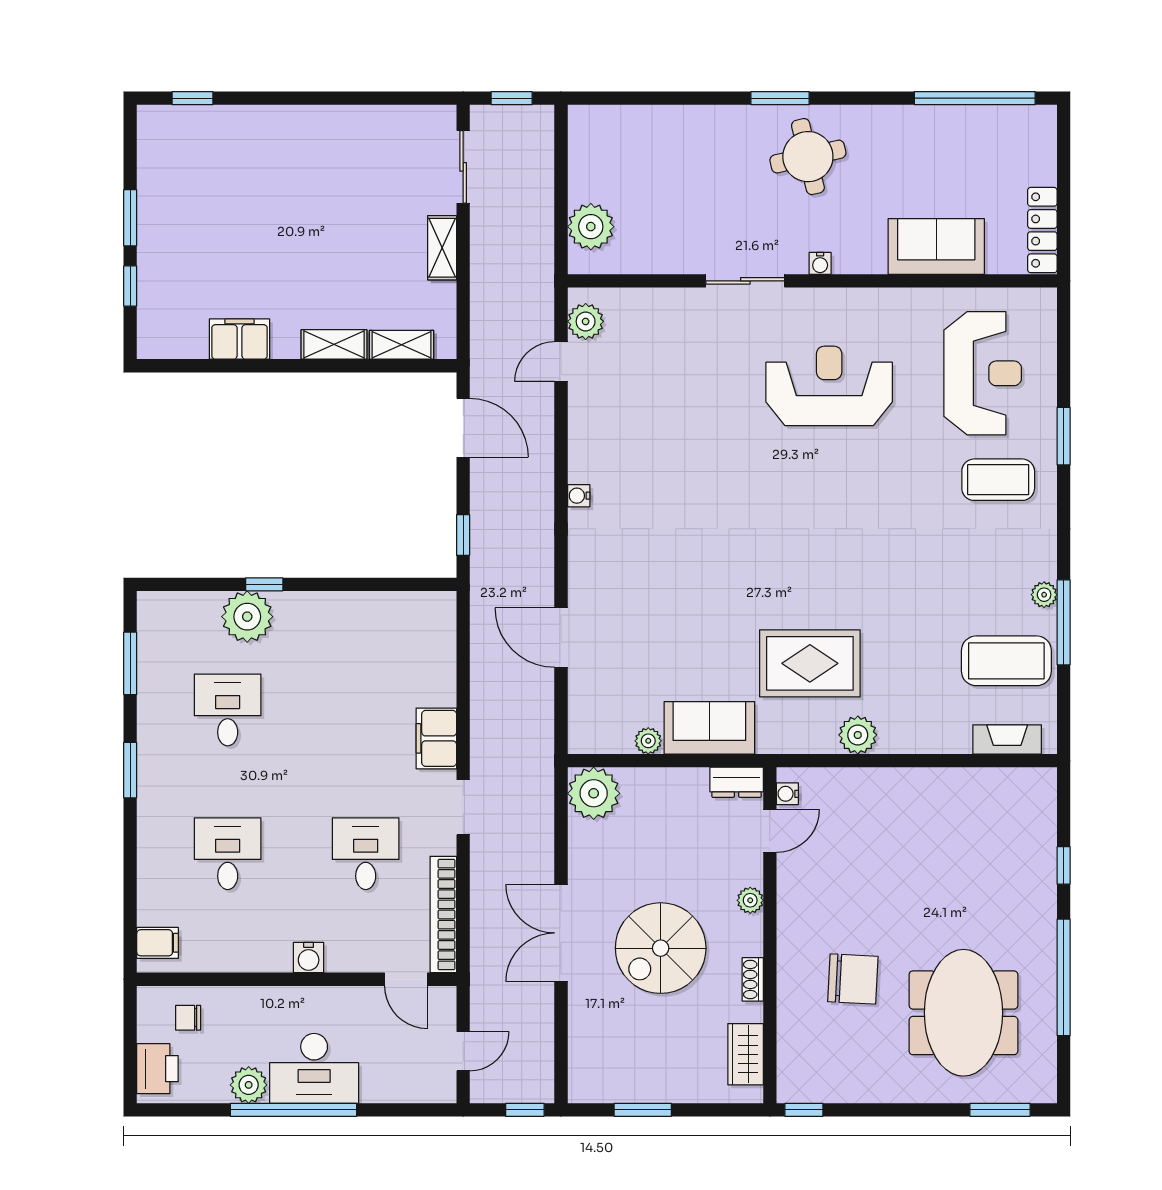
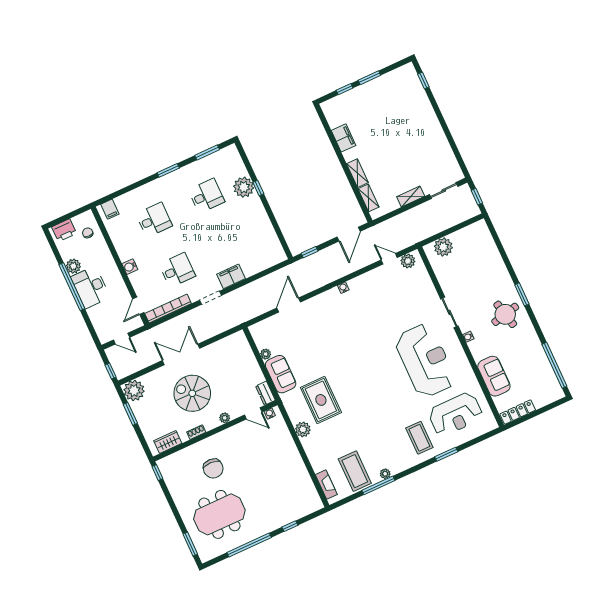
reception desk: (829, 386) -> (425, 360), width x1.36, depth x1.30
plant: (594, 793) -> (134, 391), moved

